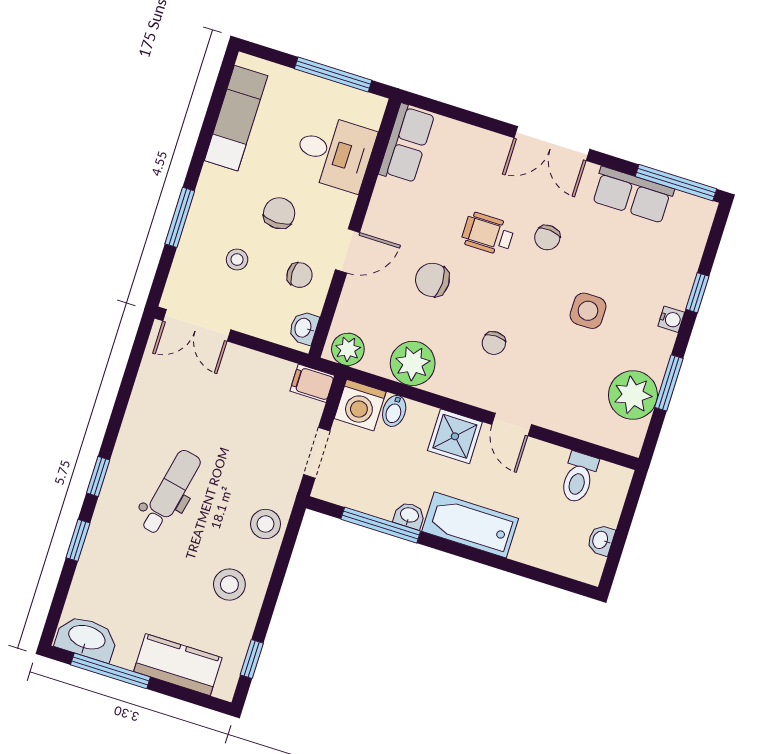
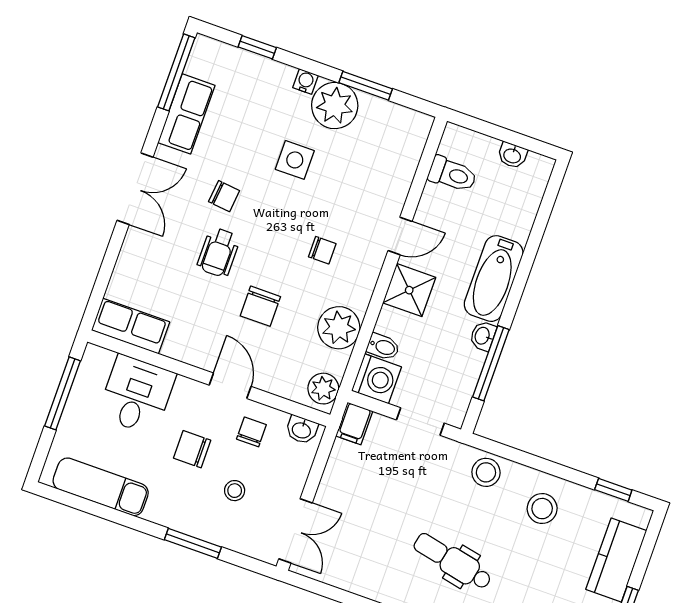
window: (697, 293) -> (257, 47), moved
plant: (633, 395) -> (335, 106), moved

